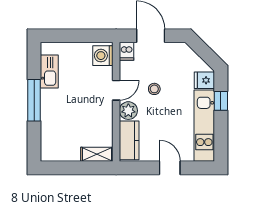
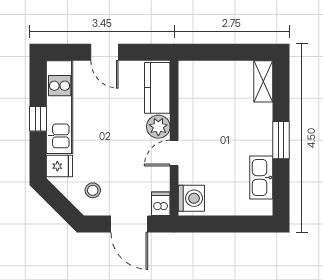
stool: (154, 89) -> (93, 190), moved
window: (34, 100) -> (281, 140), width x0.69
window: (221, 101) -> (38, 119), moved
shelving: (97, 154) -> (263, 81), moved, turned 90

